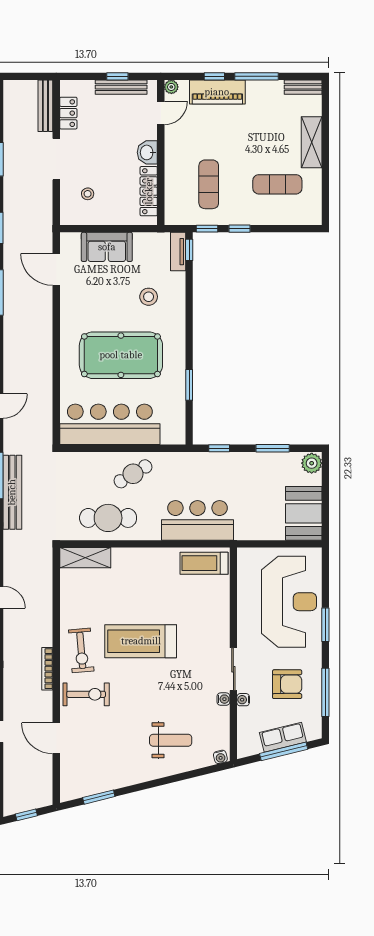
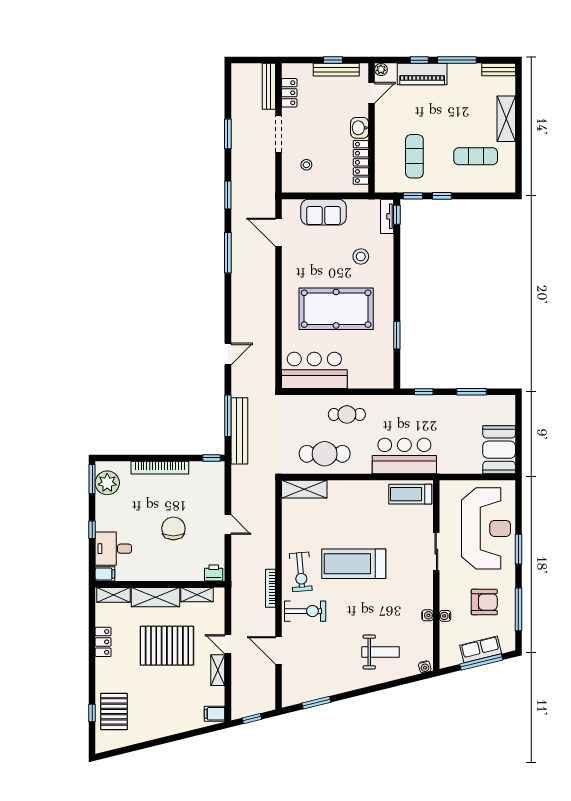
bar counter: (110, 424) -> (314, 370), width x0.73
plant: (312, 463) -> (506, 405), removed
cafe table: (133, 474) -> (347, 414), turned 31
sliding door: (233, 669) -> (436, 552), moved

